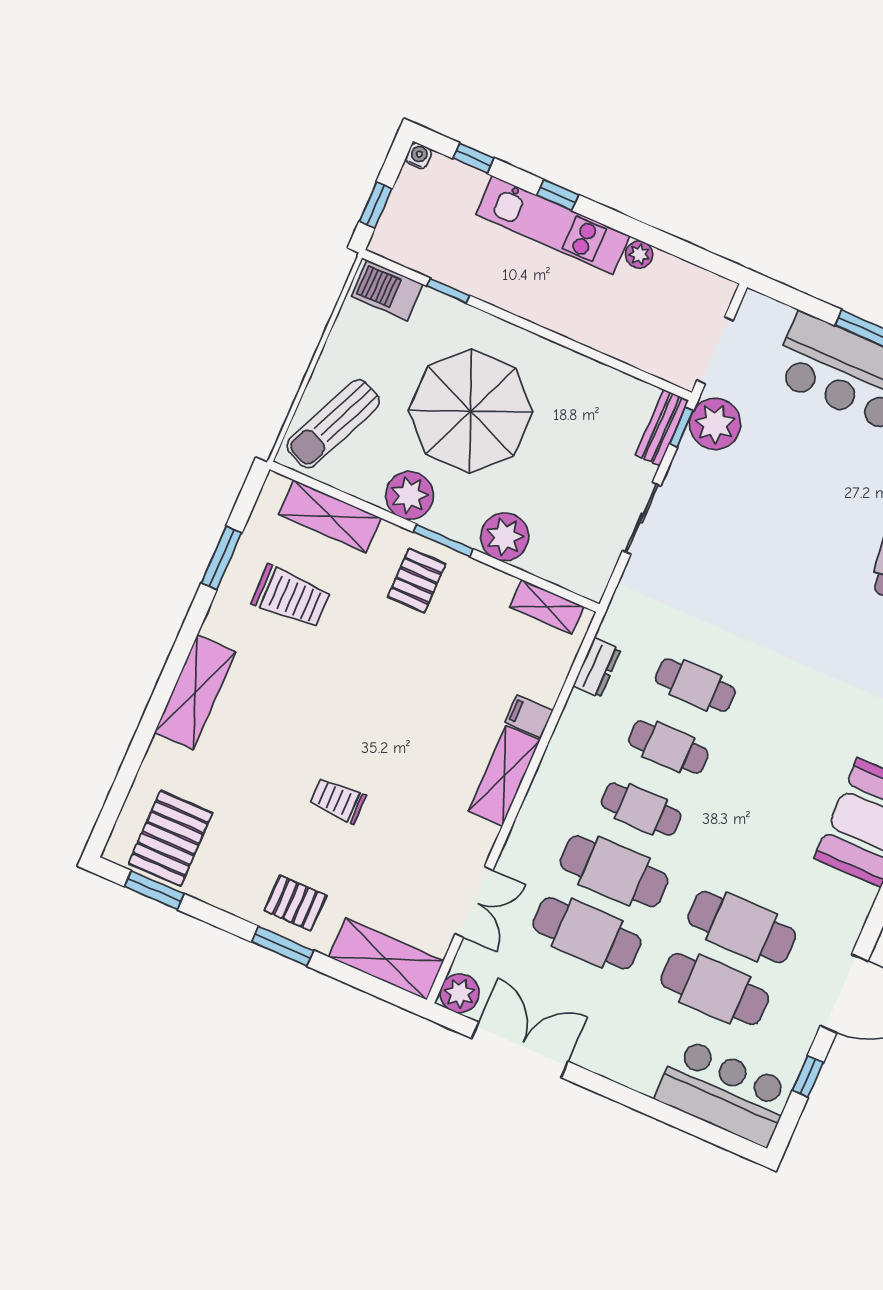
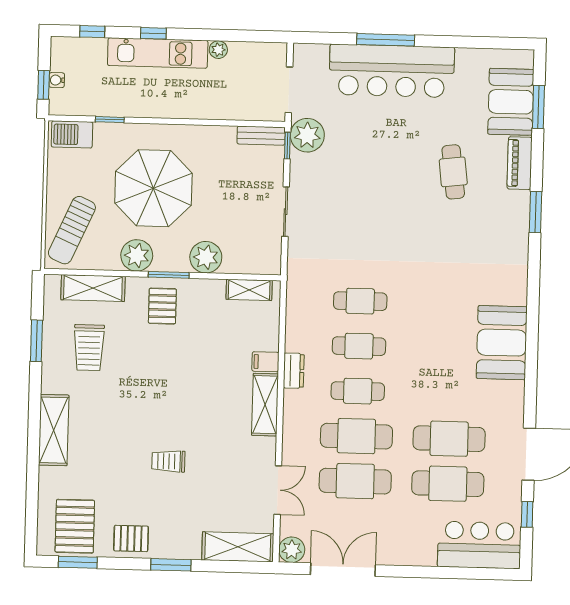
water cooler: (419, 156) -> (57, 80), moved, turned -90
bench: (662, 428) -> (261, 136), moved, turned 90
trolley: (291, 597) -> (89, 348), turned 91
dresser: (597, 668) -> (294, 371), moved
pallet: (295, 903) -> (131, 538), moved

